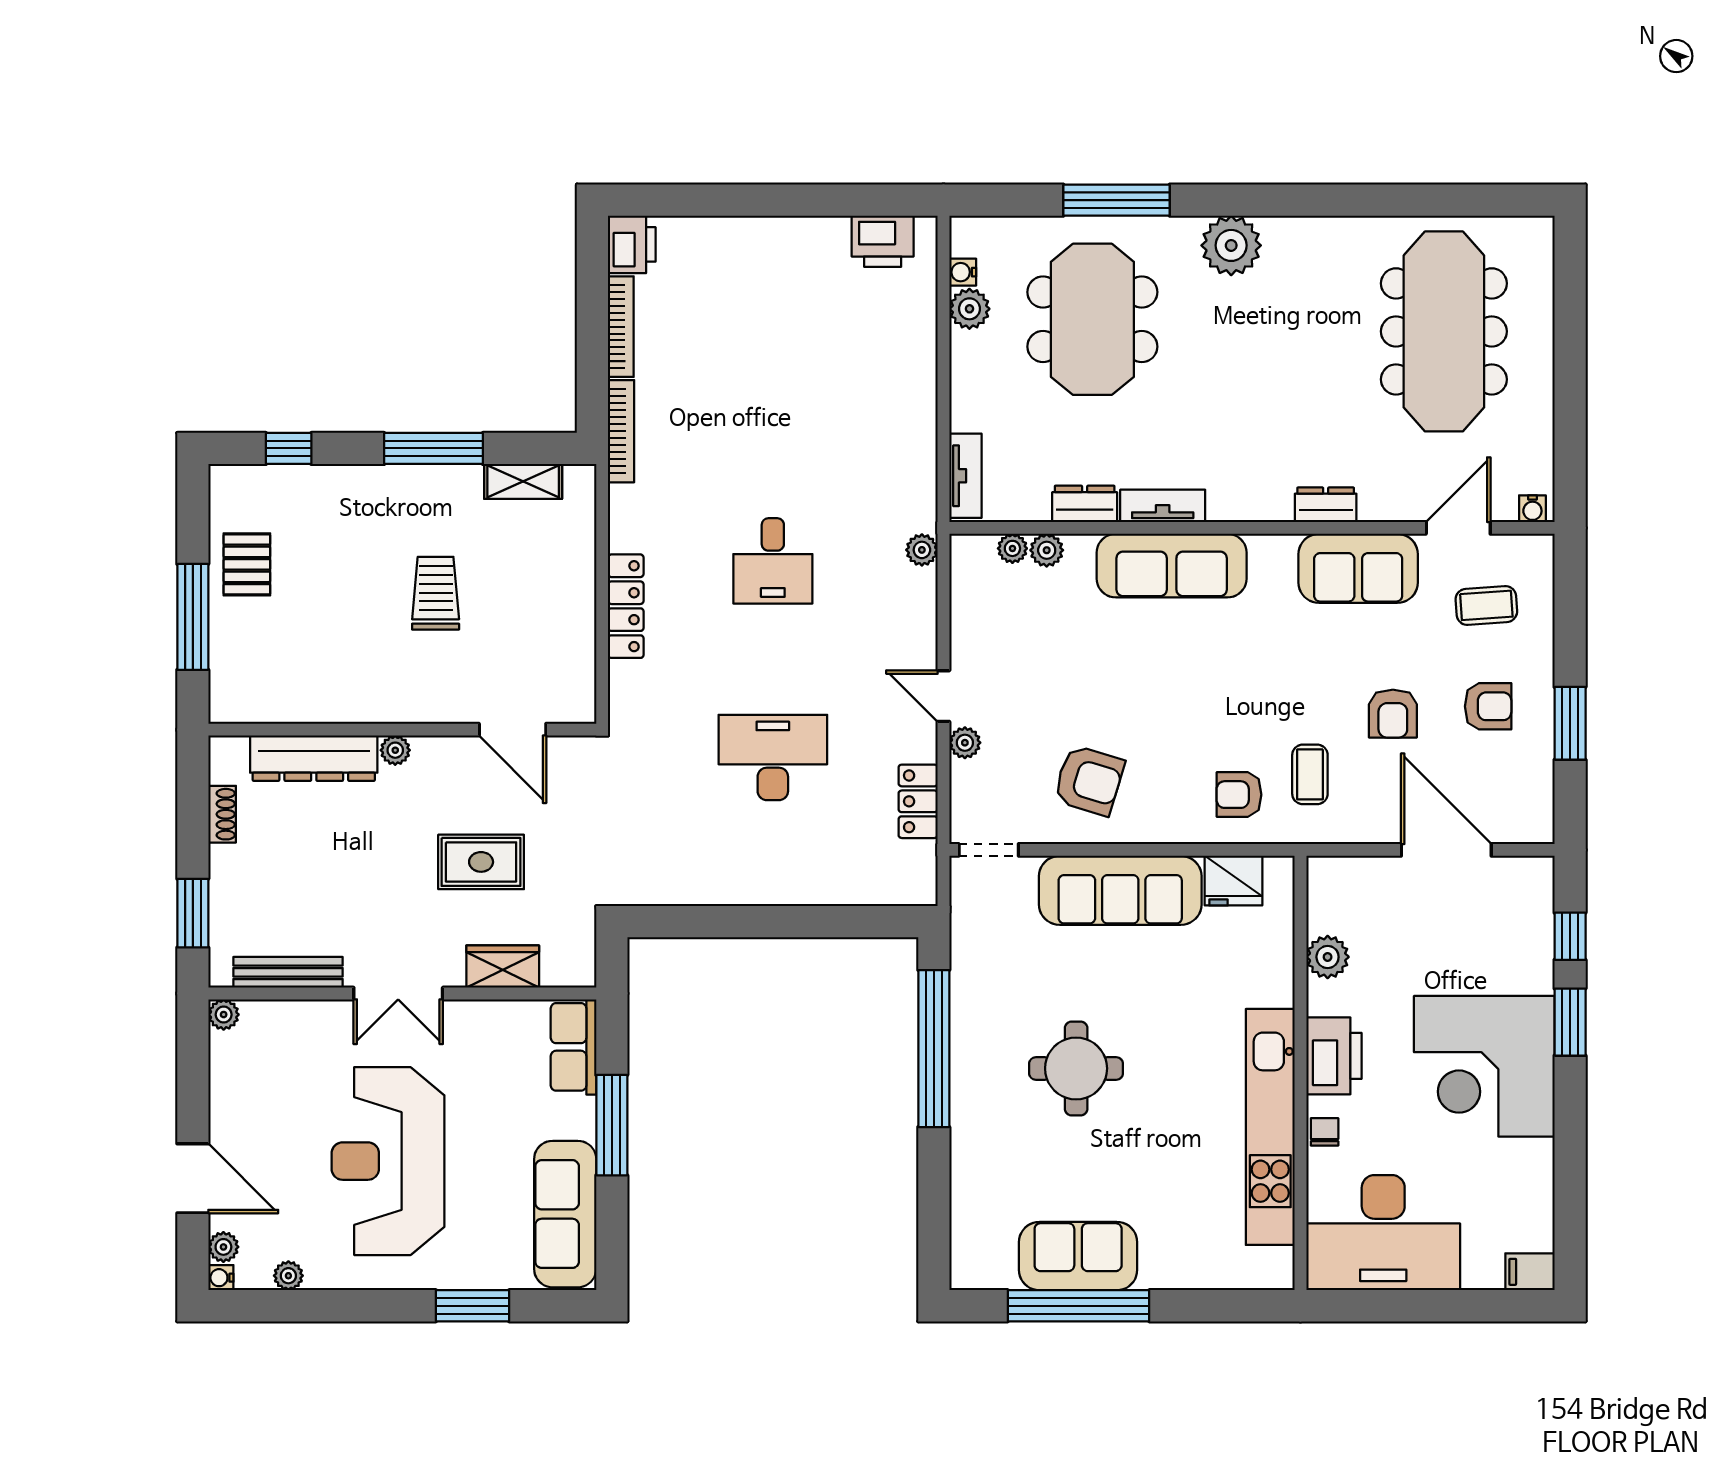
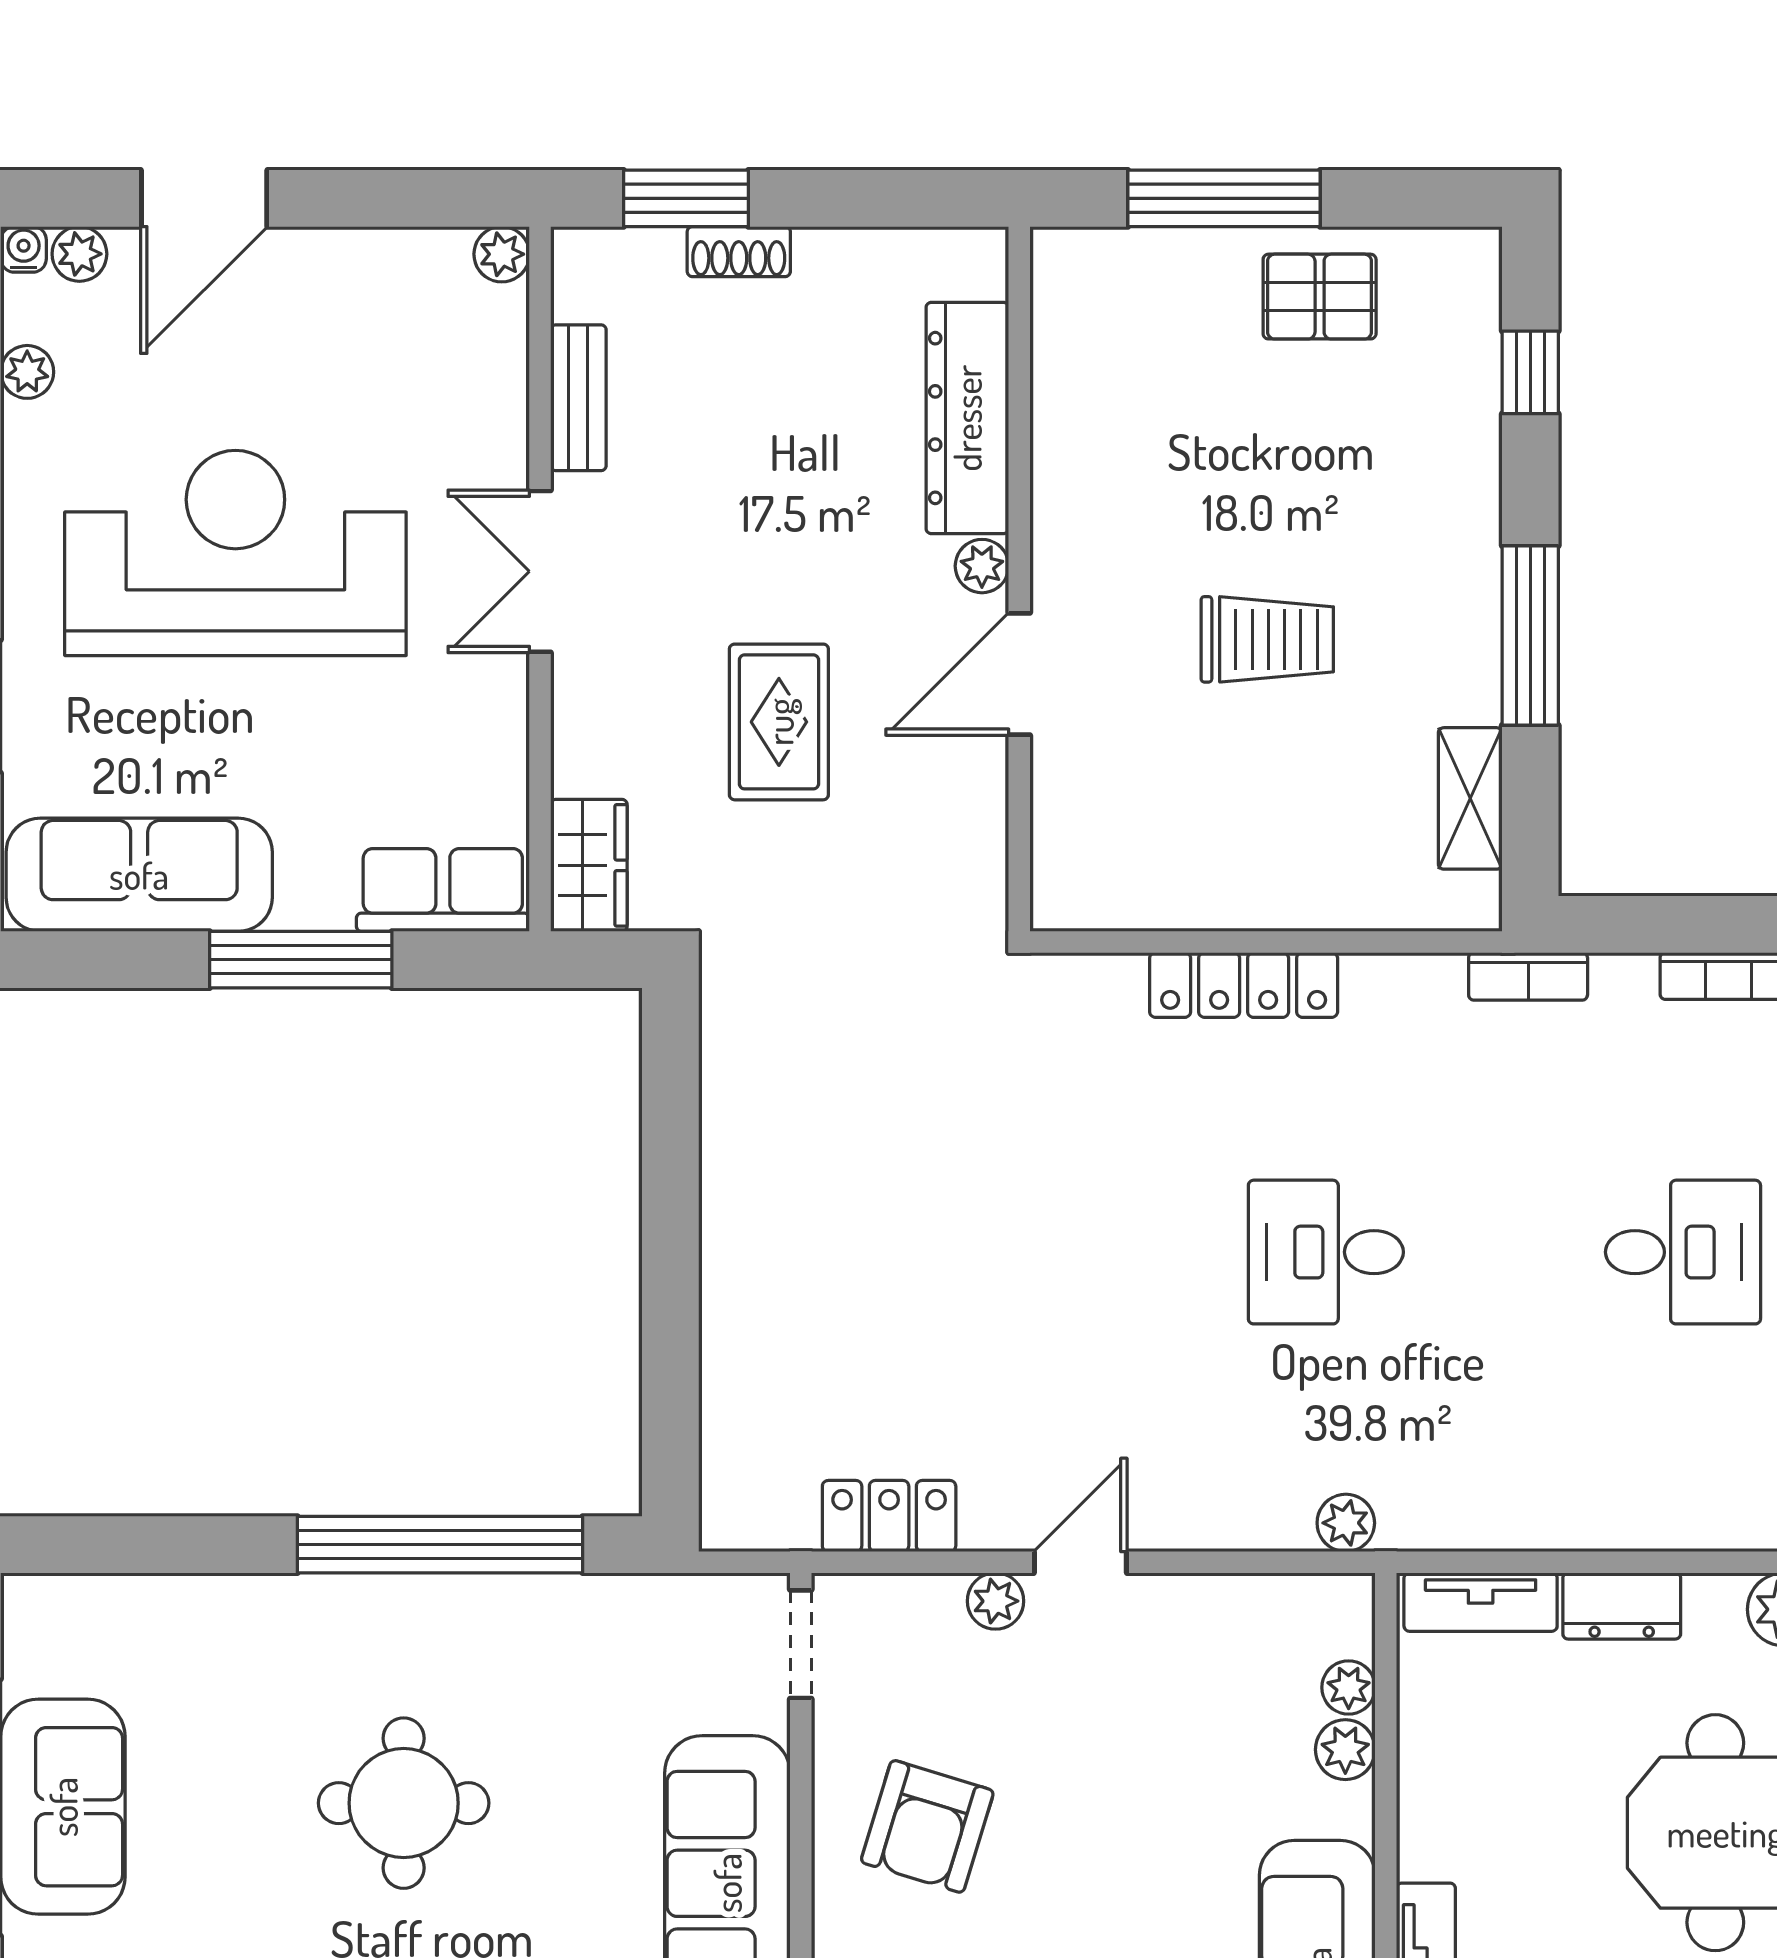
bookcase: (621, 431) -> (1528, 976), width x0.64
dresser: (1085, 504) -> (1622, 1606), moved, turned 90
door: (513, 730) -> (1019, 674), moved
desk: (773, 757) -> (1683, 1252), moved, width x0.73
shoe rack: (222, 814) -> (739, 252), moved
wardrobe: (503, 967) -> (589, 865), moved
bench: (288, 972) -> (578, 398), width x0.73

